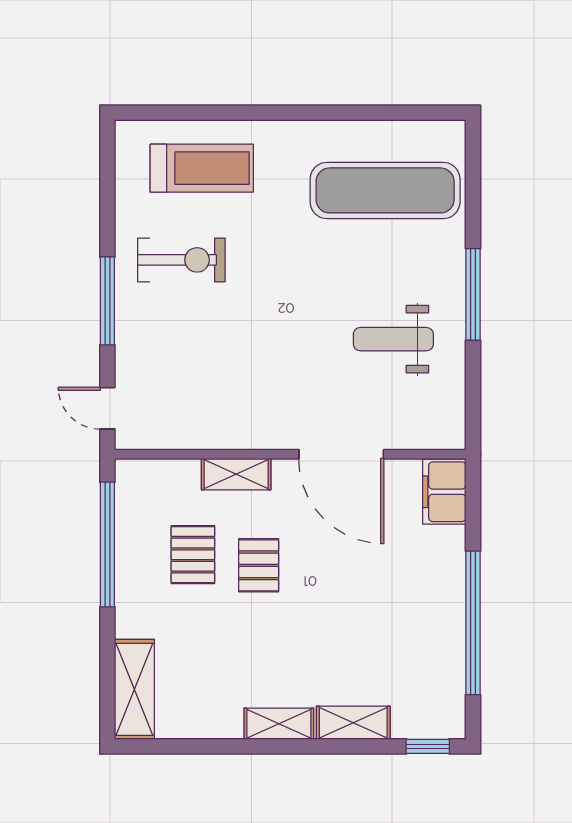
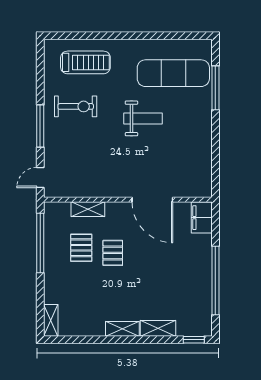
window: (473, 294) -> (215, 88), moved
weight bench: (393, 339) -> (143, 118), moved, turned 180
door: (107, 408) -> (40, 178), hinge flipped
shelving: (236, 474) -> (88, 209), moved
shelving: (134, 689) -> (51, 320), width x0.67, depth x0.75

